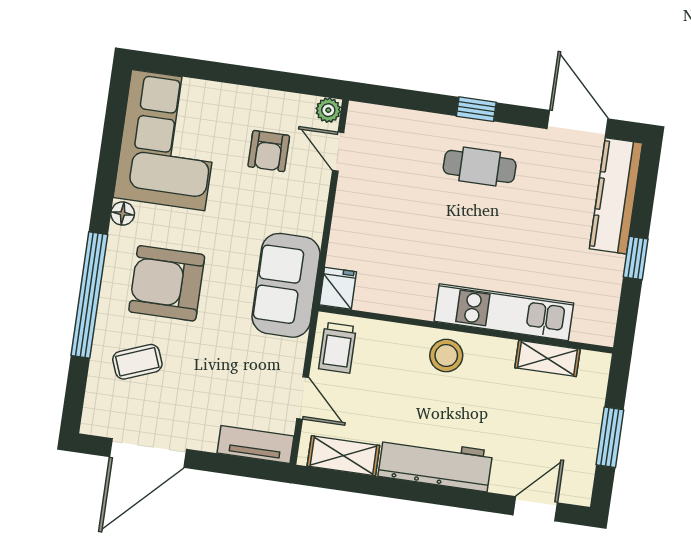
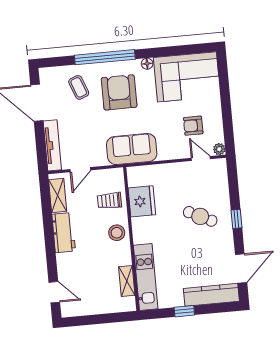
door: (338, 152) -> (201, 158), hinge flipped
cafe table: (480, 166) -> (200, 216), moved, turned -64
fridge: (338, 288) -> (142, 201), moved, width x1.88, depth x1.34
kitchen unit: (504, 312) -> (146, 277), moved
trolley: (337, 348) -> (109, 201), moved
window: (610, 437) -> (97, 319), removed
tv unit: (255, 445) -> (52, 145), width x1.41
workbench: (435, 464) -> (64, 233), width x0.73

